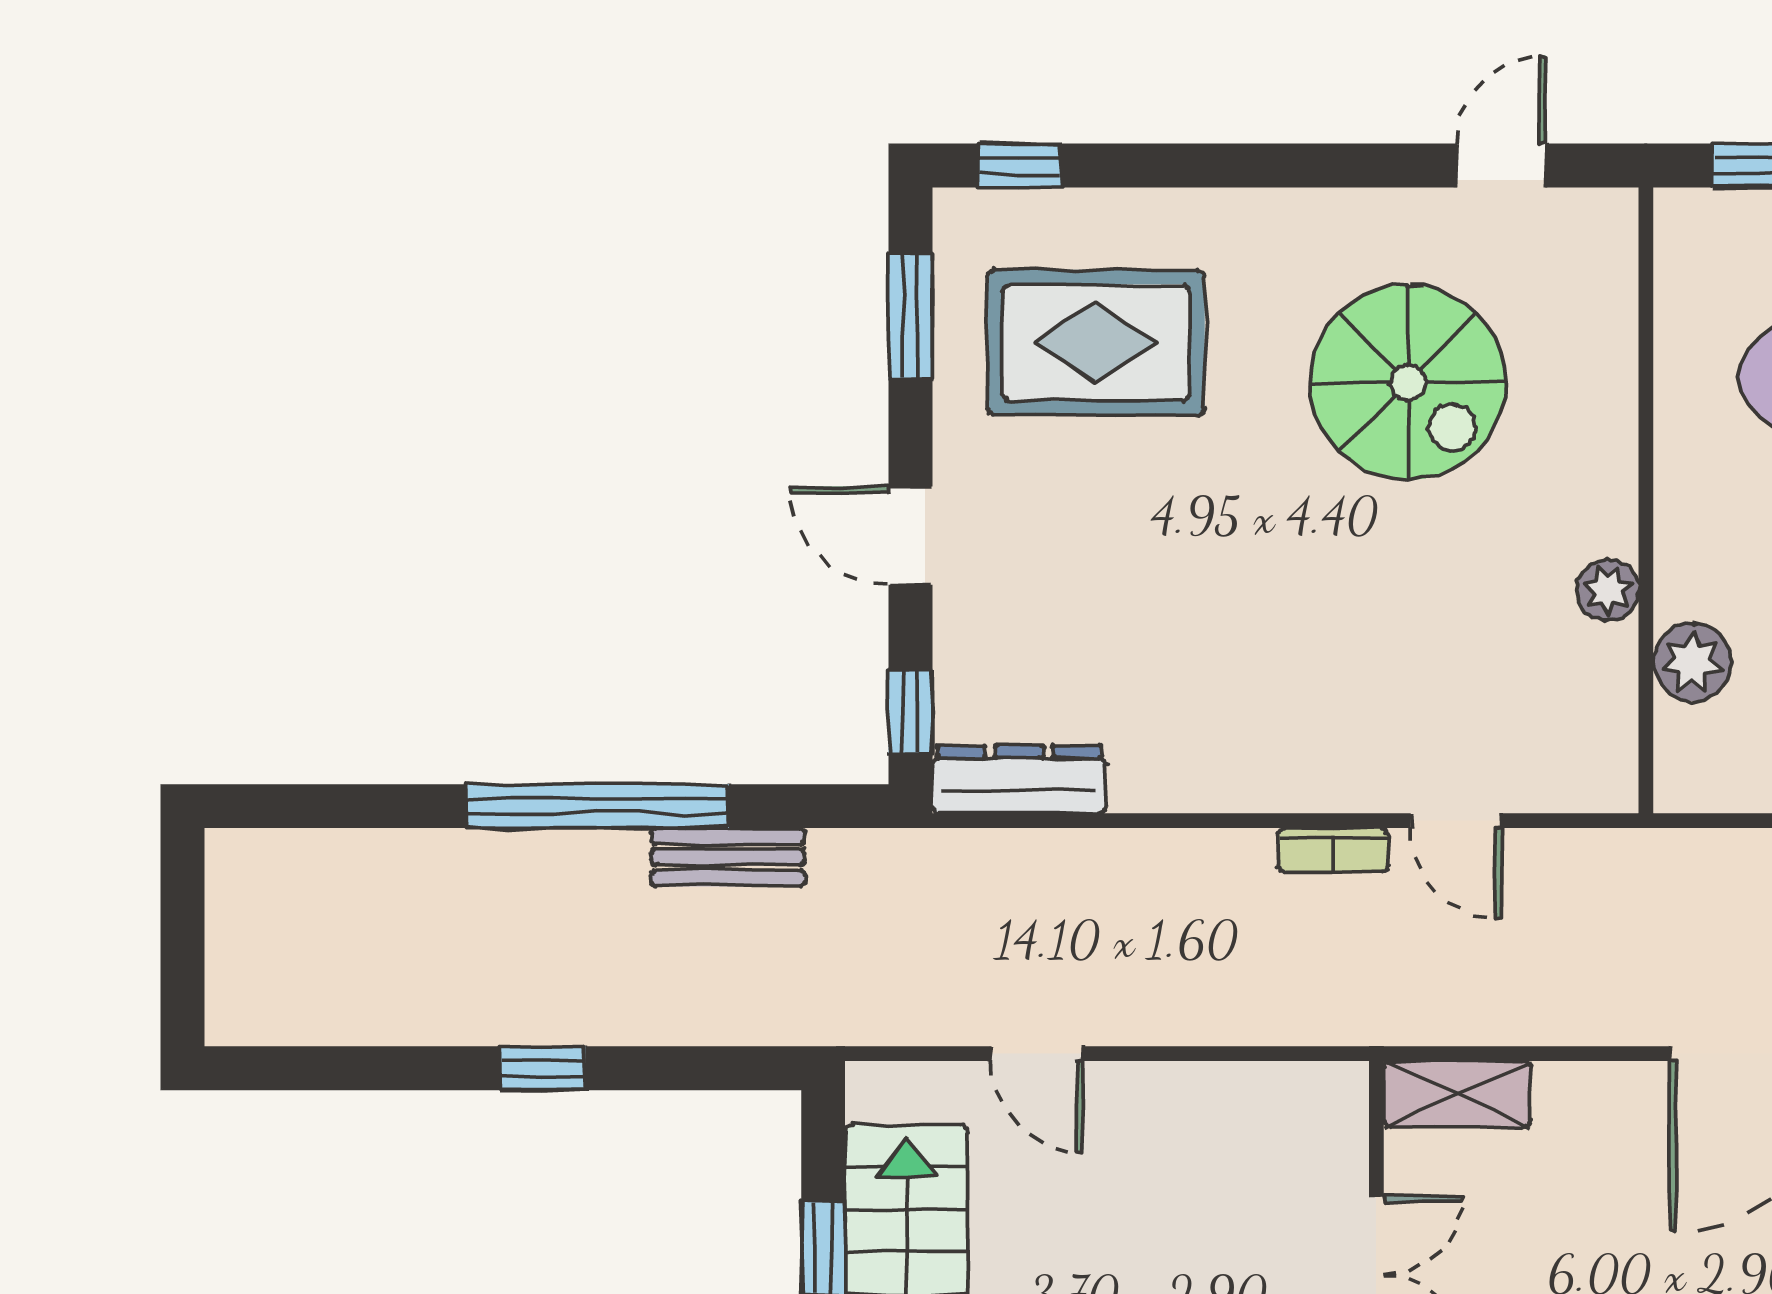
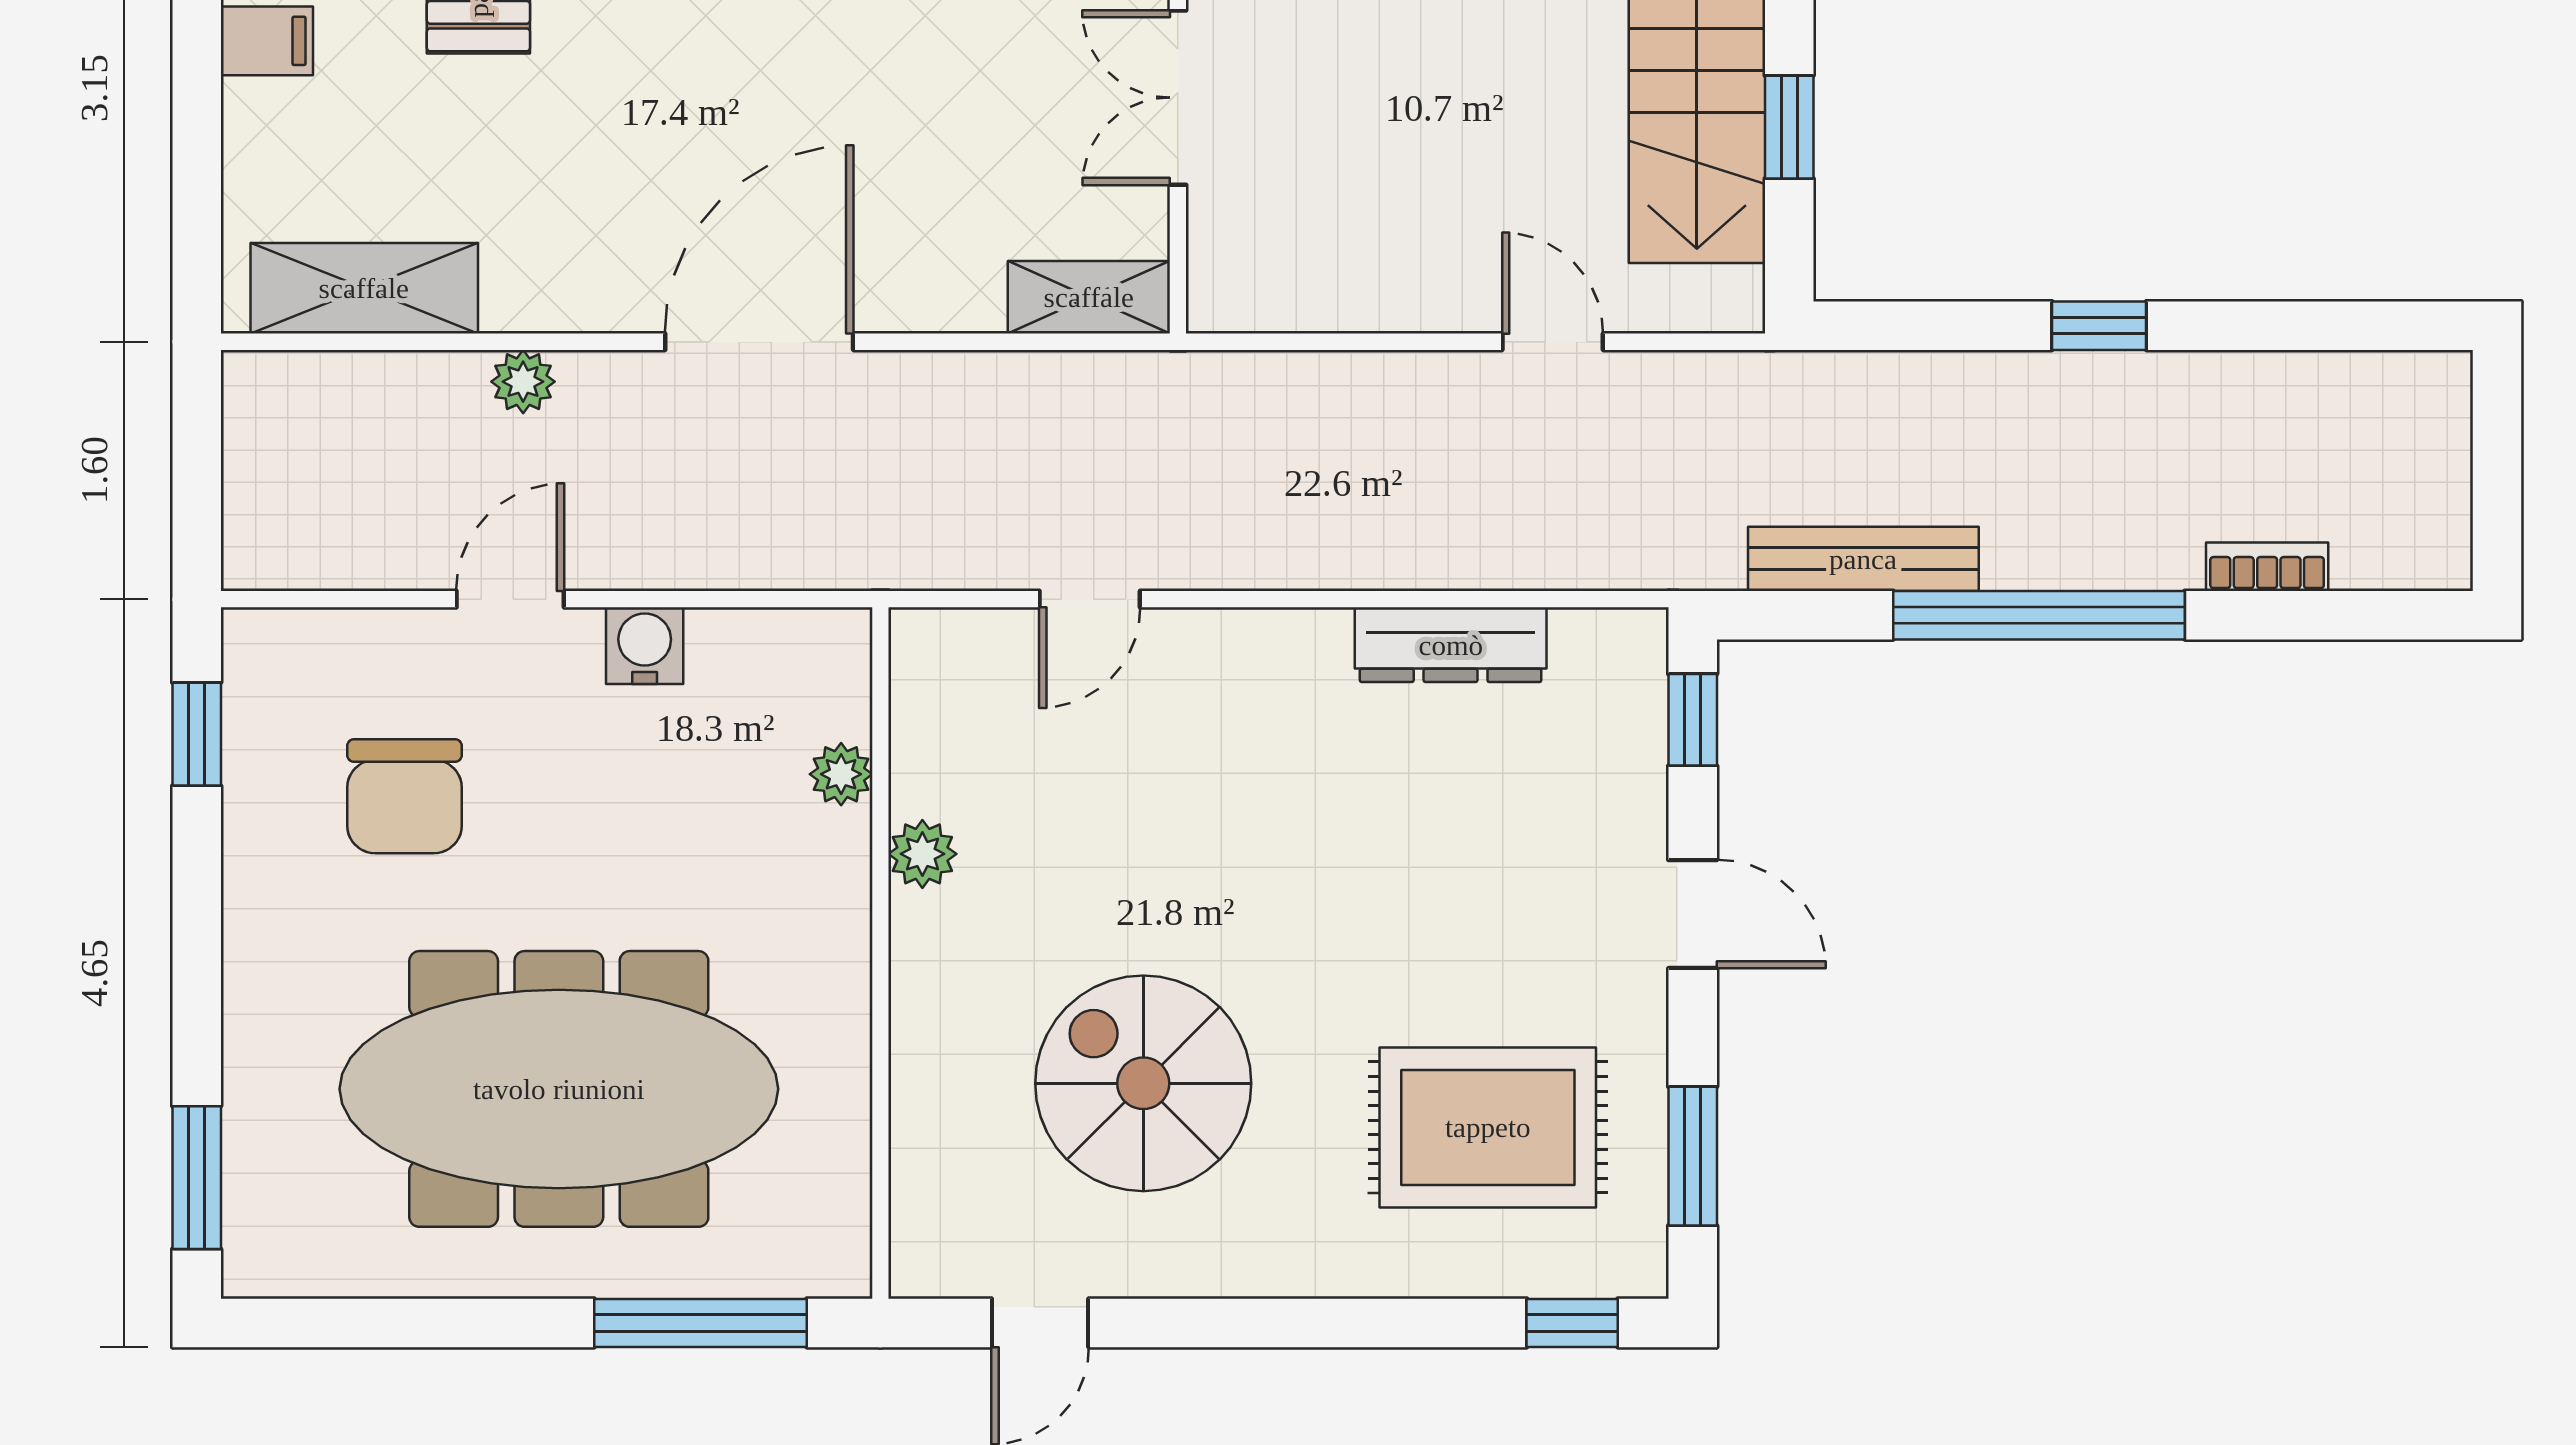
plant: (1692, 662) -> (841, 774), width x0.73, depth x0.73
dresser: (1019, 779) -> (1451, 645), moved
door: (1456, 821) -> (1090, 599), swing flipped
bookcase: (1333, 850) -> (2267, 567), moved
bench: (728, 857) -> (1863, 559), width x1.36

